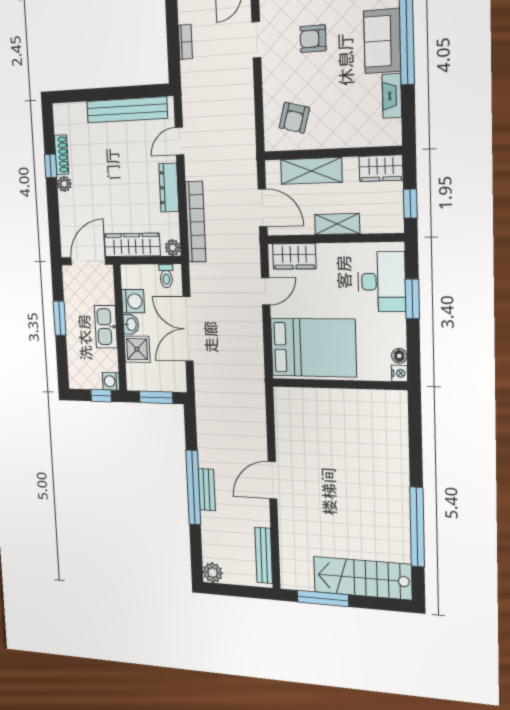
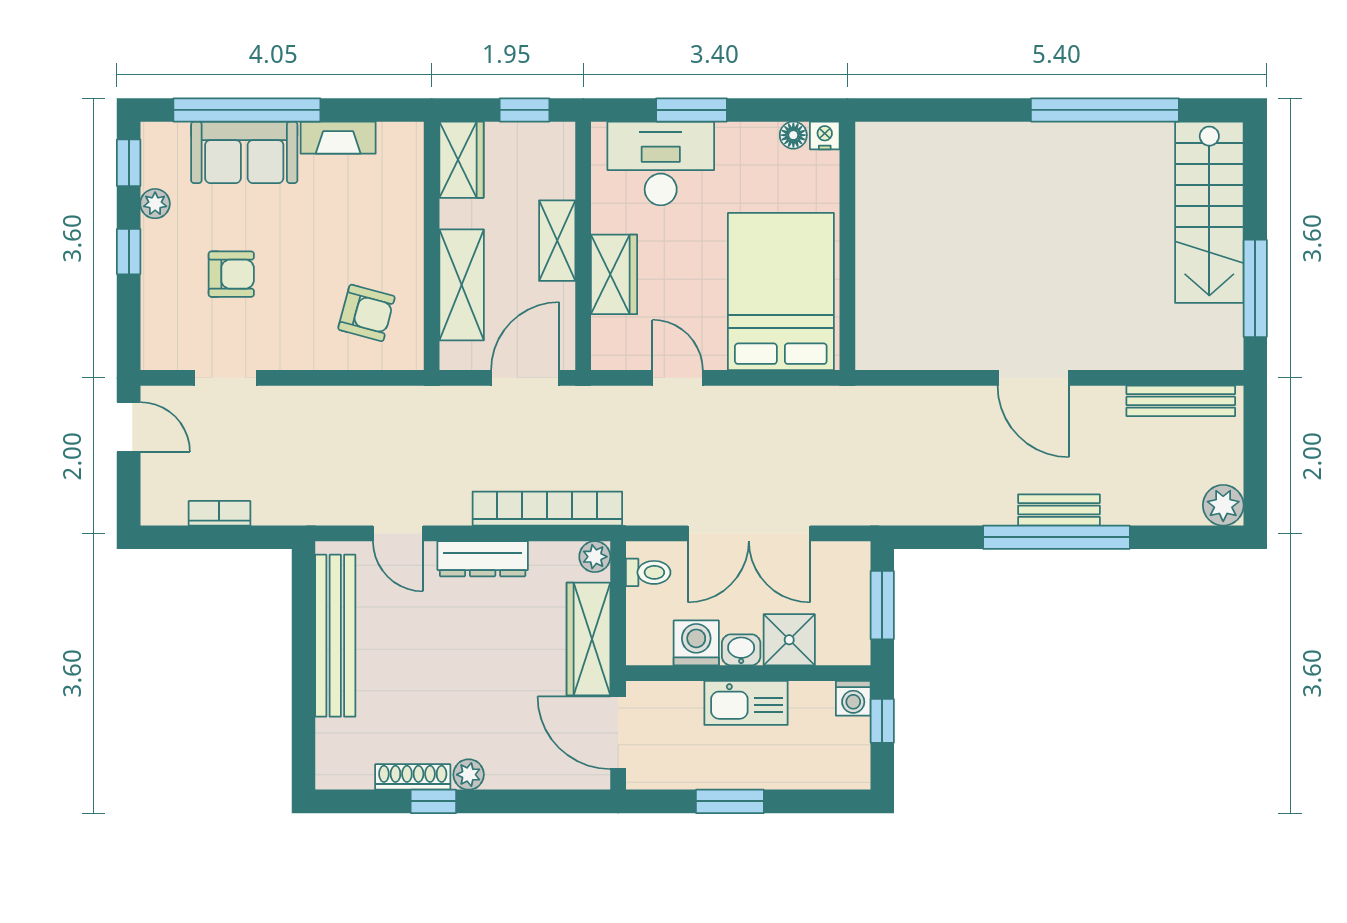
armchair: (313, 39) -> (231, 274), turned -90
wardrobe: (294, 256) -> (614, 274), moved

